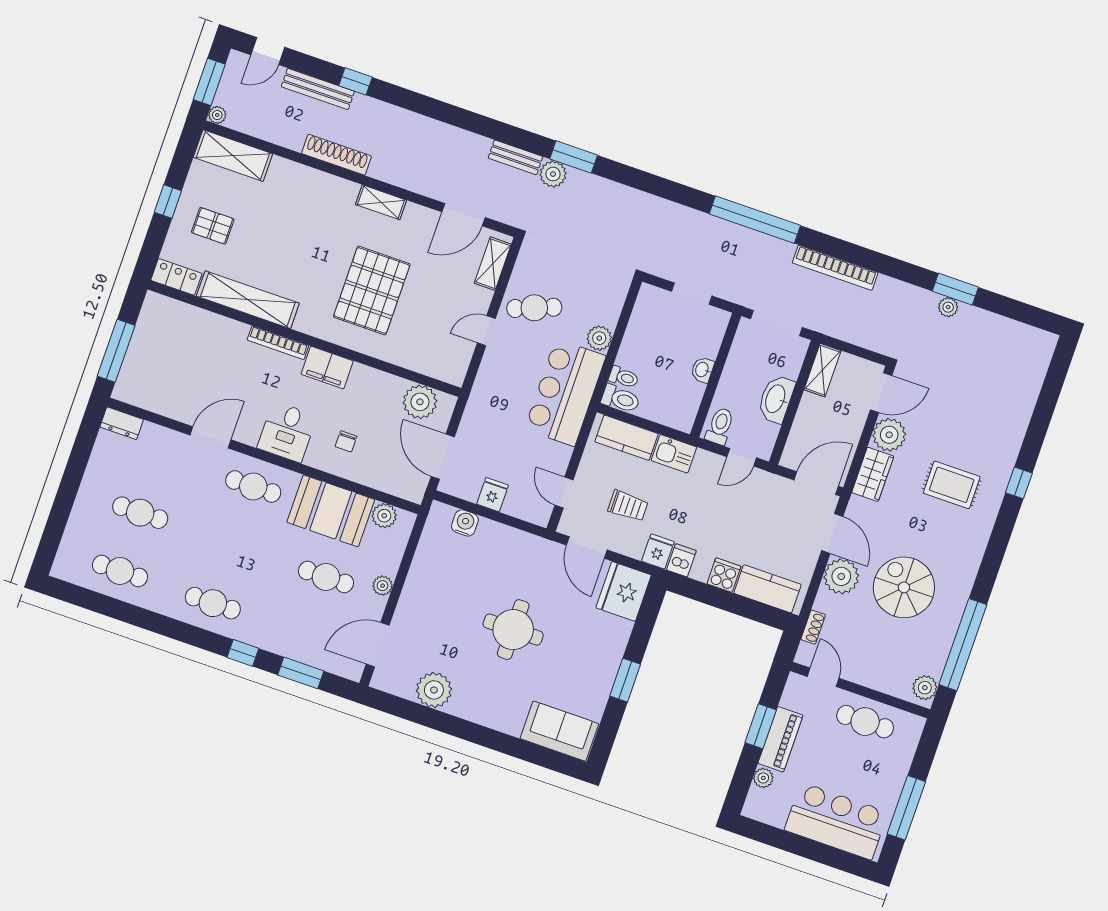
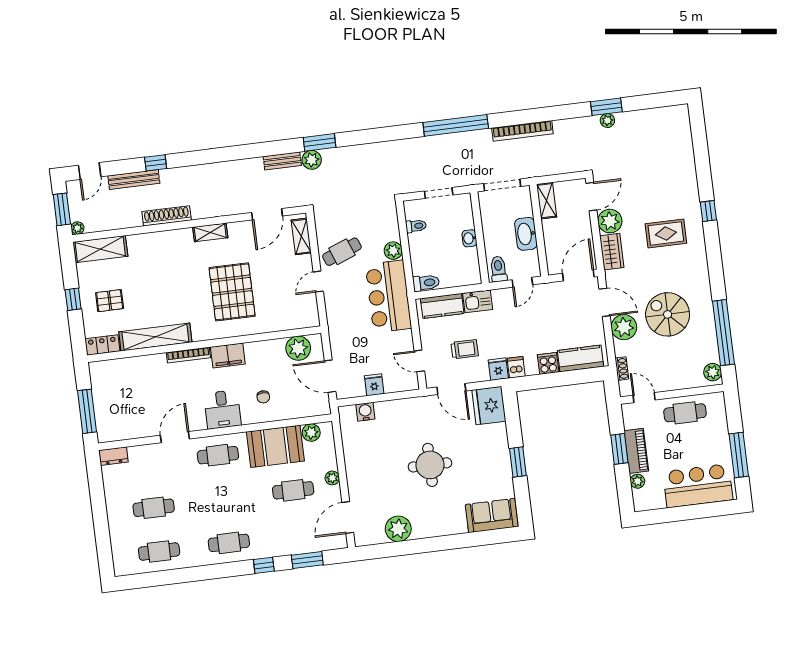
toilet: (624, 377) -> (416, 226), moved

